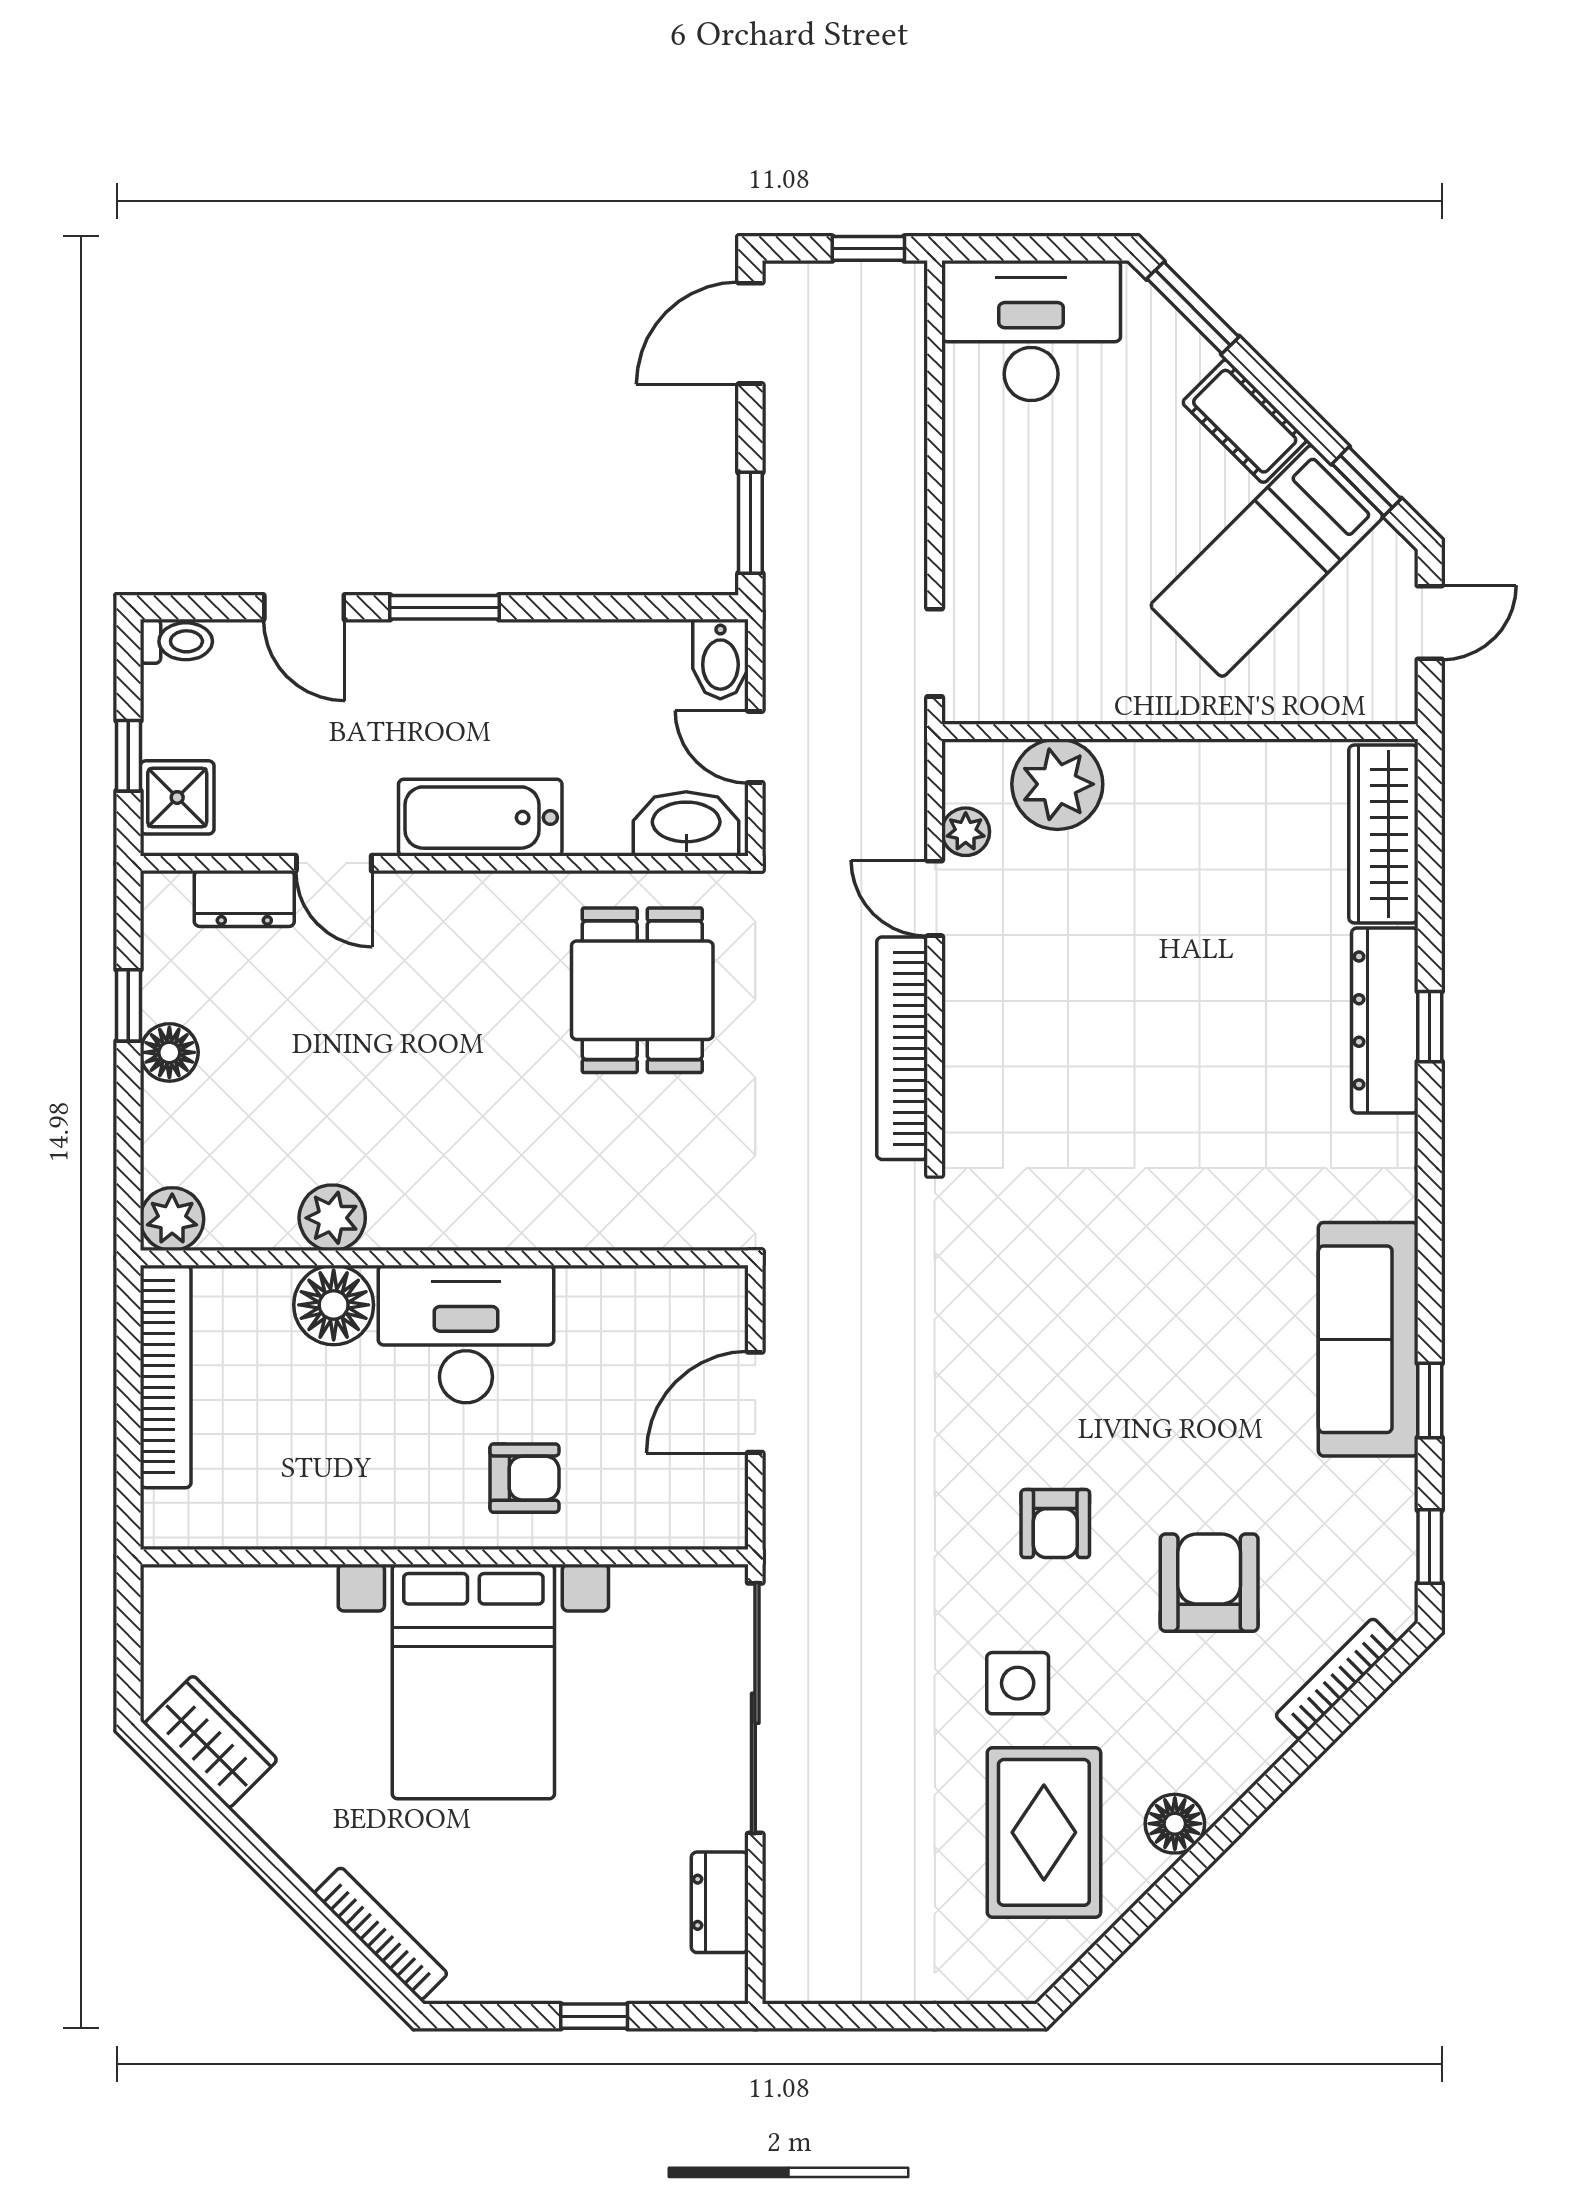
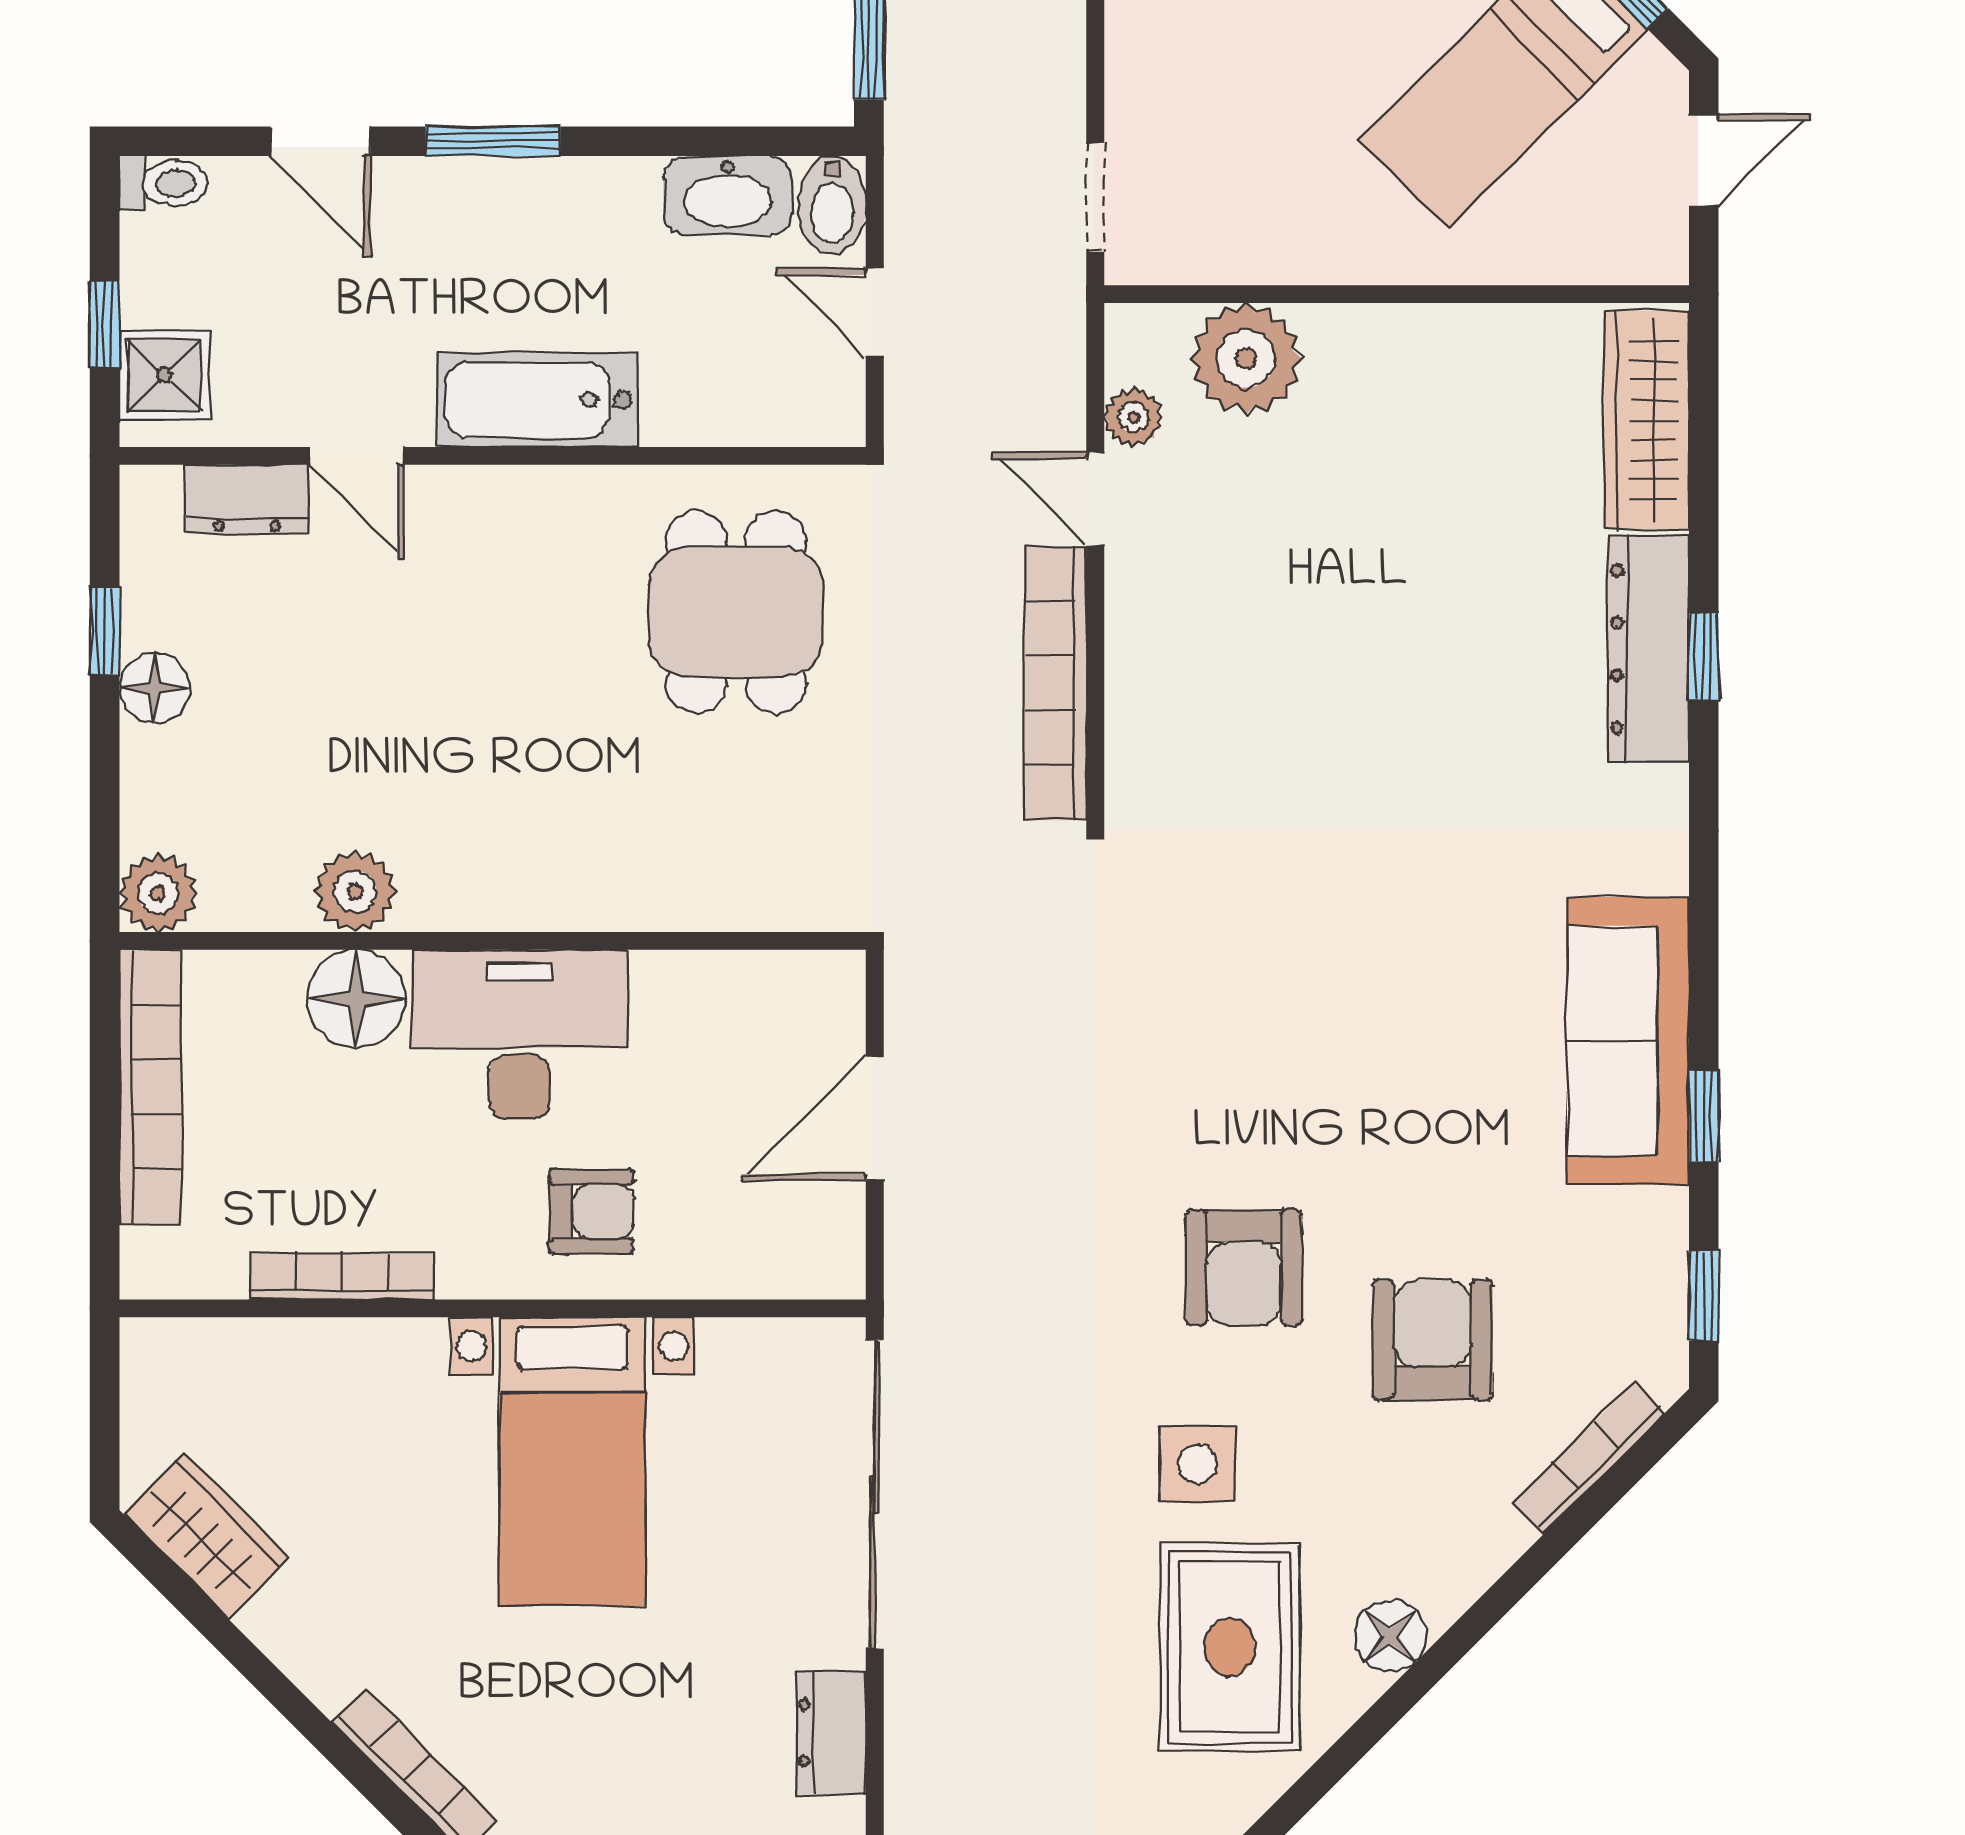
washbasin: (686, 824) -> (728, 196), moved, turned 180
armchair: (1055, 1524) -> (1244, 1267), width x1.38, depth x1.38
bookcase: (322, 1531) -> (342, 1276), added
bed with nightstands: (473, 1681) -> (572, 1461), width x0.73

